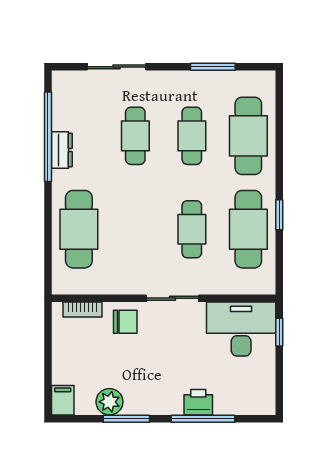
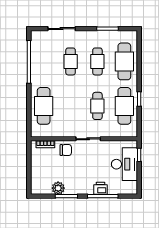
dresser: (62, 150) -> (36, 68), removed
desk: (241, 329) -> (124, 164), moved, turned 90
filing cabinet: (63, 400) -> (36, 187), removed

